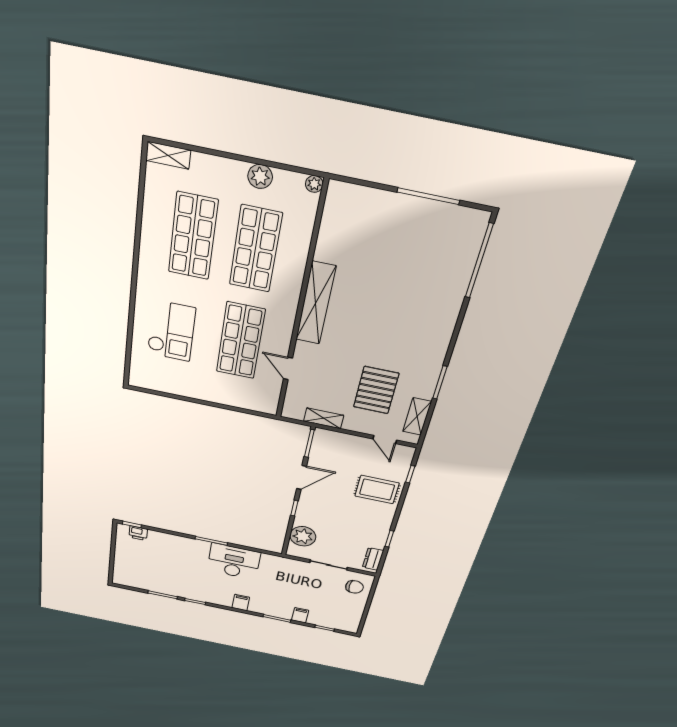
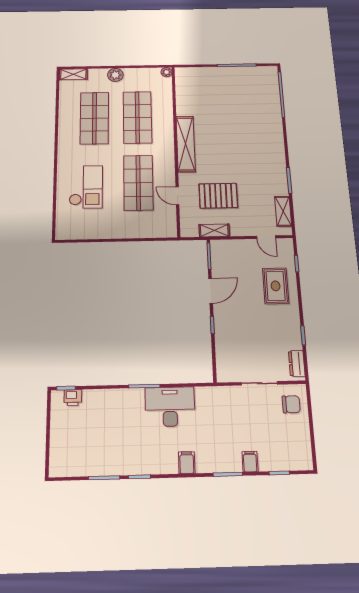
plant: (260, 176) -> (115, 75), moved
pallet: (376, 390) -> (218, 196), moved, turned 90
rug: (377, 490) -> (276, 286), turned 90
plant: (303, 536) -> (227, 355), removed

